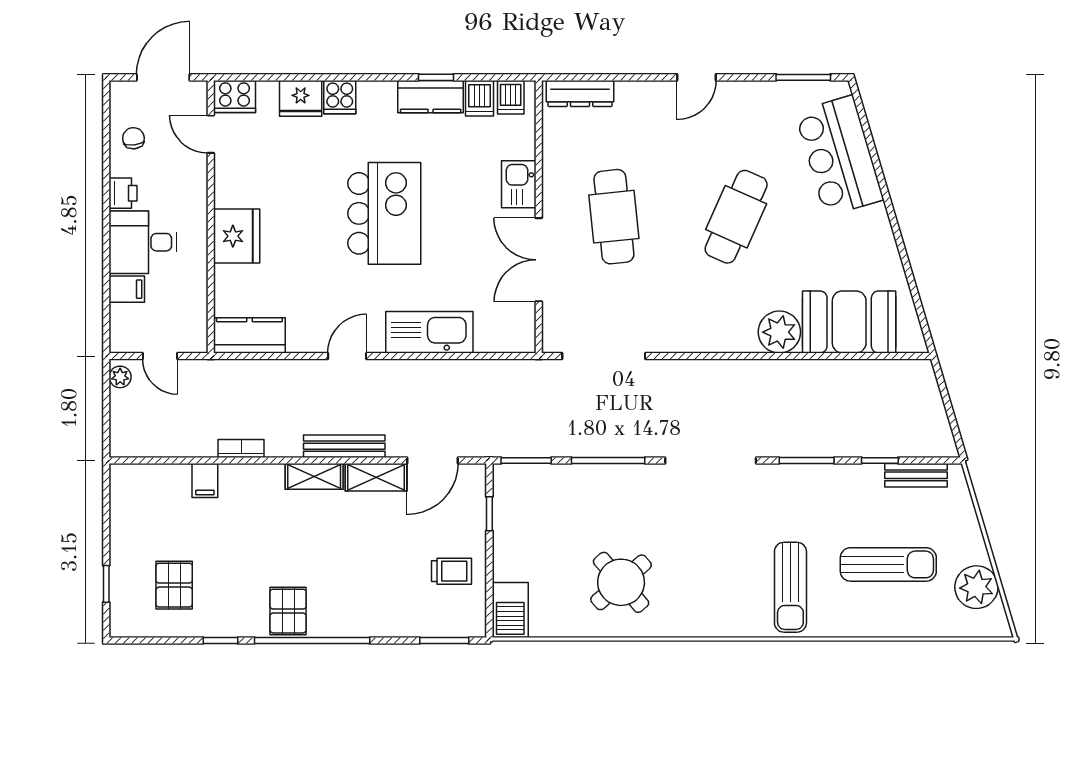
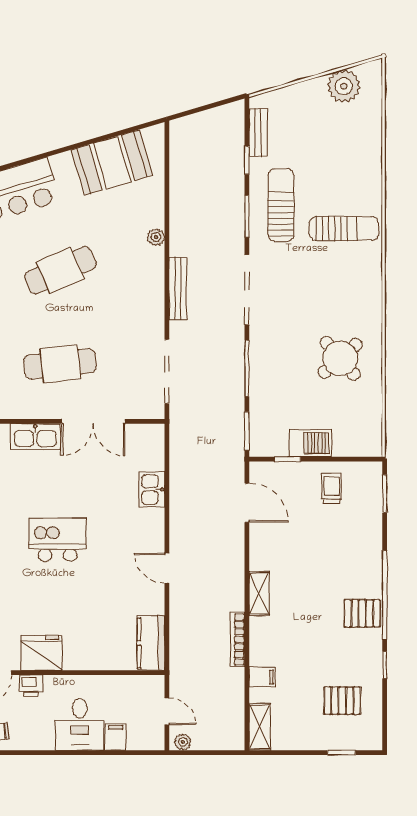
kitchen sink: (519, 184) -> (35, 437), width x1.38
printer: (123, 193) -> (31, 685), moved, turned 180
kitchen island: (384, 213) -> (58, 540), width x0.73, depth x0.78
cafe table: (736, 217) -> (60, 270), turned -48
fridge: (237, 236) -> (41, 653), moved
booth: (849, 322) -> (112, 163), moved, turned 74
kitchen sink: (429, 332) -> (152, 490), width x0.53, depth x0.81
plant: (779, 332) -> (156, 237), width x0.53, depth x0.53
door: (160, 356) -> (167, 711), hinge flipped
bench: (344, 446) -> (178, 289), moved
bookcase: (241, 448) -> (238, 640), width x1.56
shelving: (376, 477) -> (260, 727), moved
sun lounger: (888, 564) -> (281, 205), moved
barbecue: (510, 610) -> (310, 443), moved

